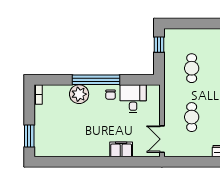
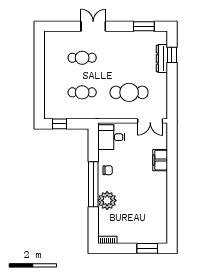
desk: (133, 99) -> (111, 137), moved
cafe table: (192, 117) -> (129, 92), width x1.37, depth x1.35

